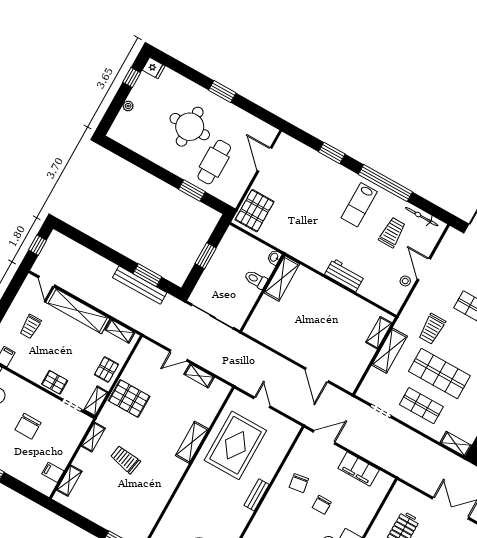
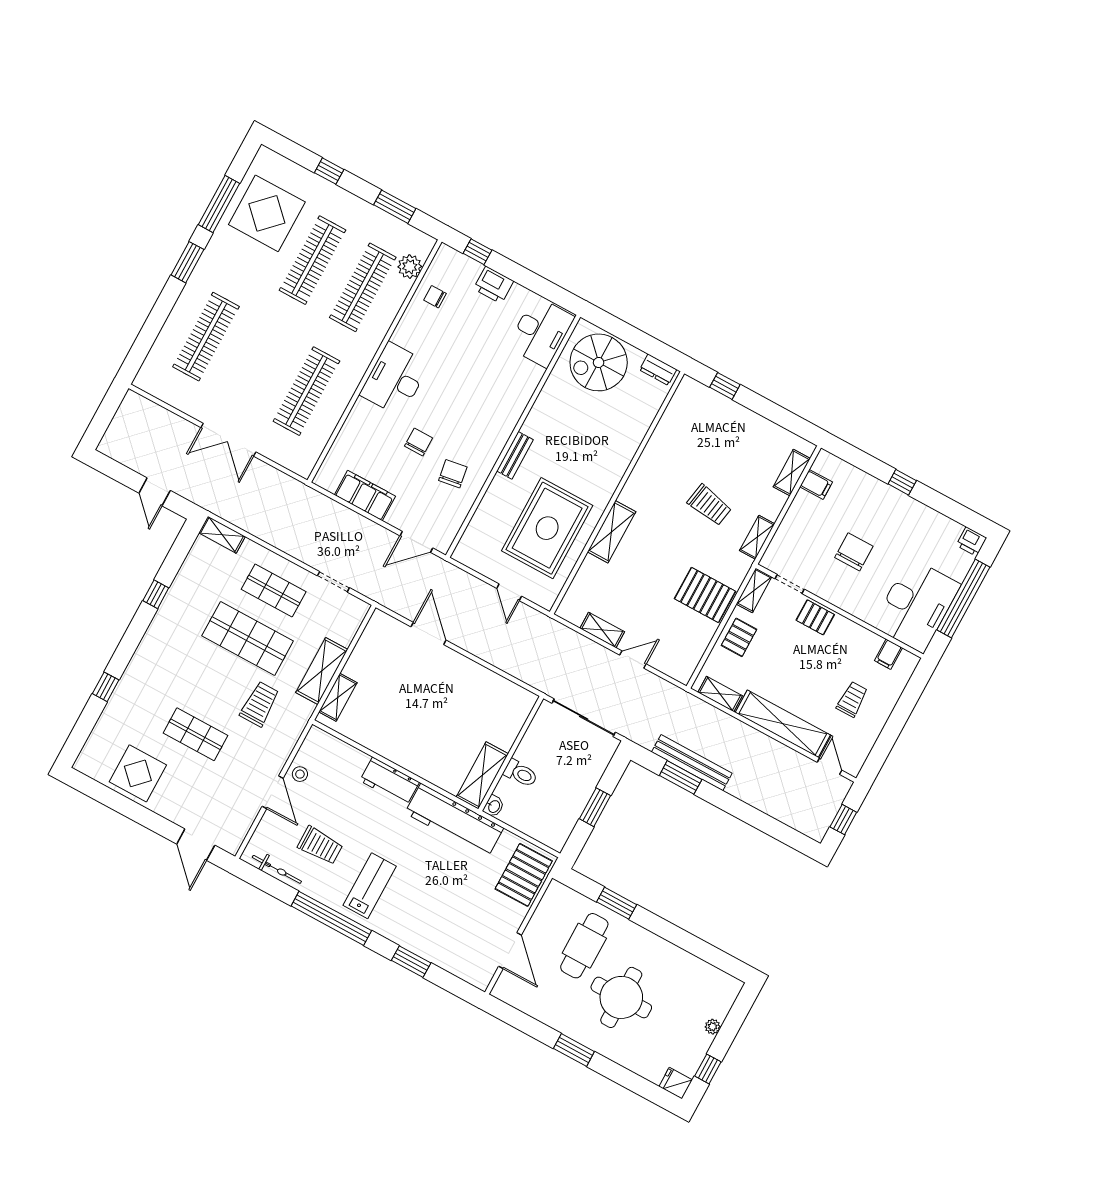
trolley: (392, 232) -> (320, 846), turned -90
workbench: (301, 248) -> (454, 820), added

